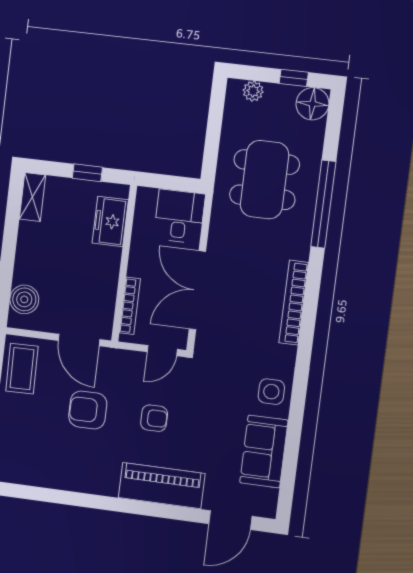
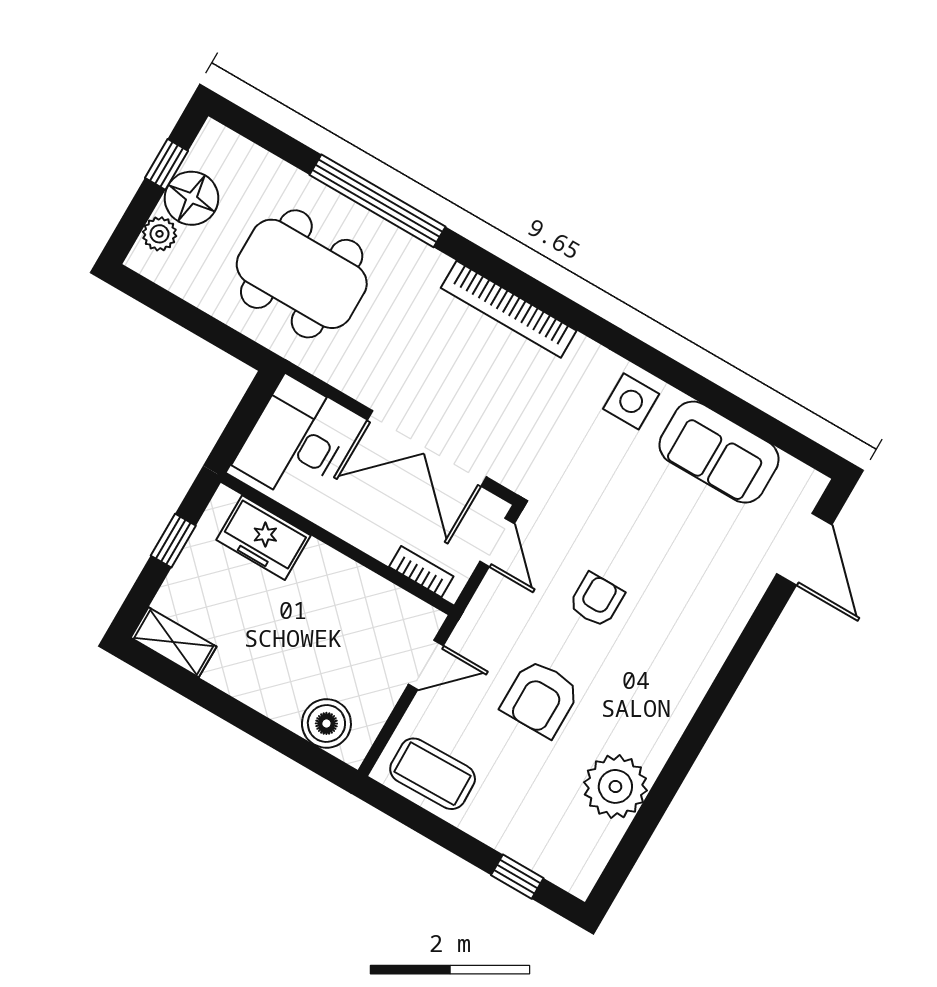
floor lamp: (312, 104) -> (192, 198), moved
desk: (179, 216) -> (294, 440), width x1.37
bookcase: (130, 306) -> (421, 572), width x0.64
door: (79, 340) -> (426, 665), width x0.73
plant: (58, 471) -> (615, 786), added
piano: (162, 486) -> (706, 633), removed

